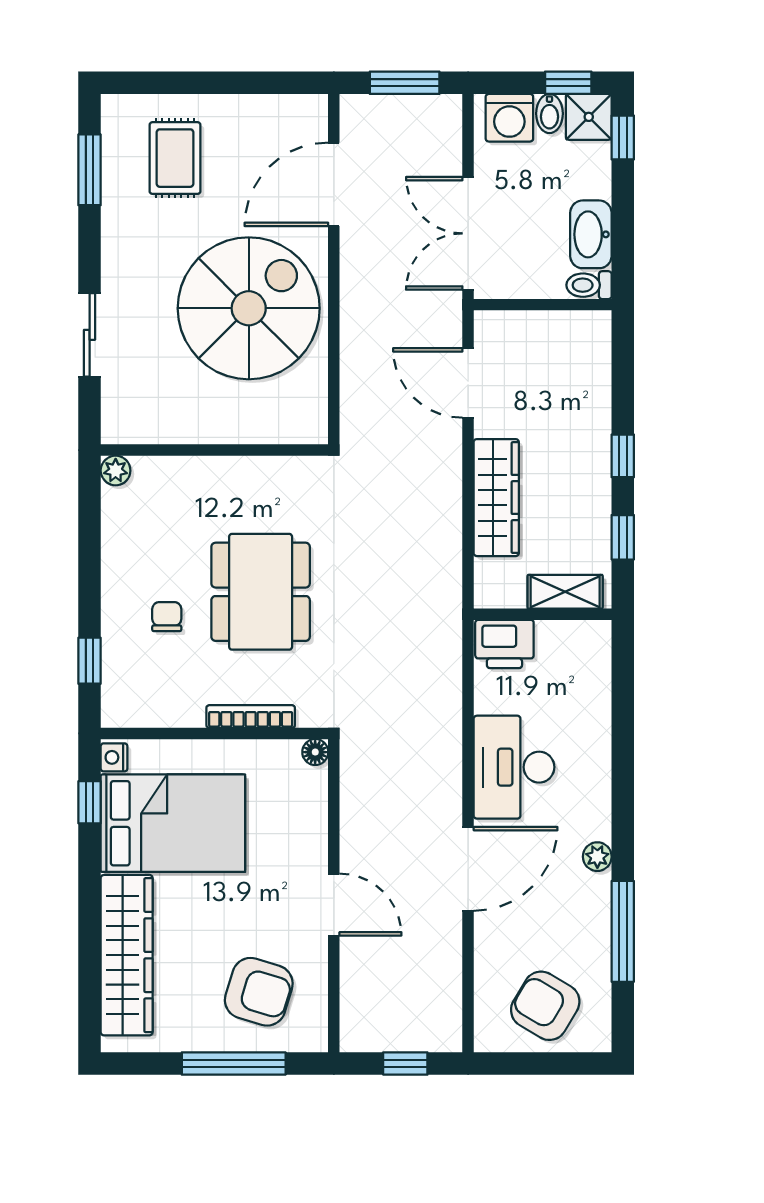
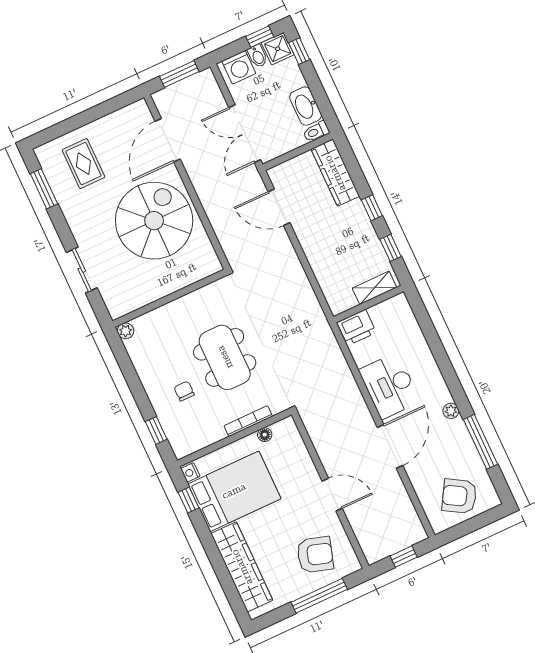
wardrobe: (496, 498) -> (335, 173), moved, turned 180
floor lamp: (315, 752) -> (265, 435), moved

